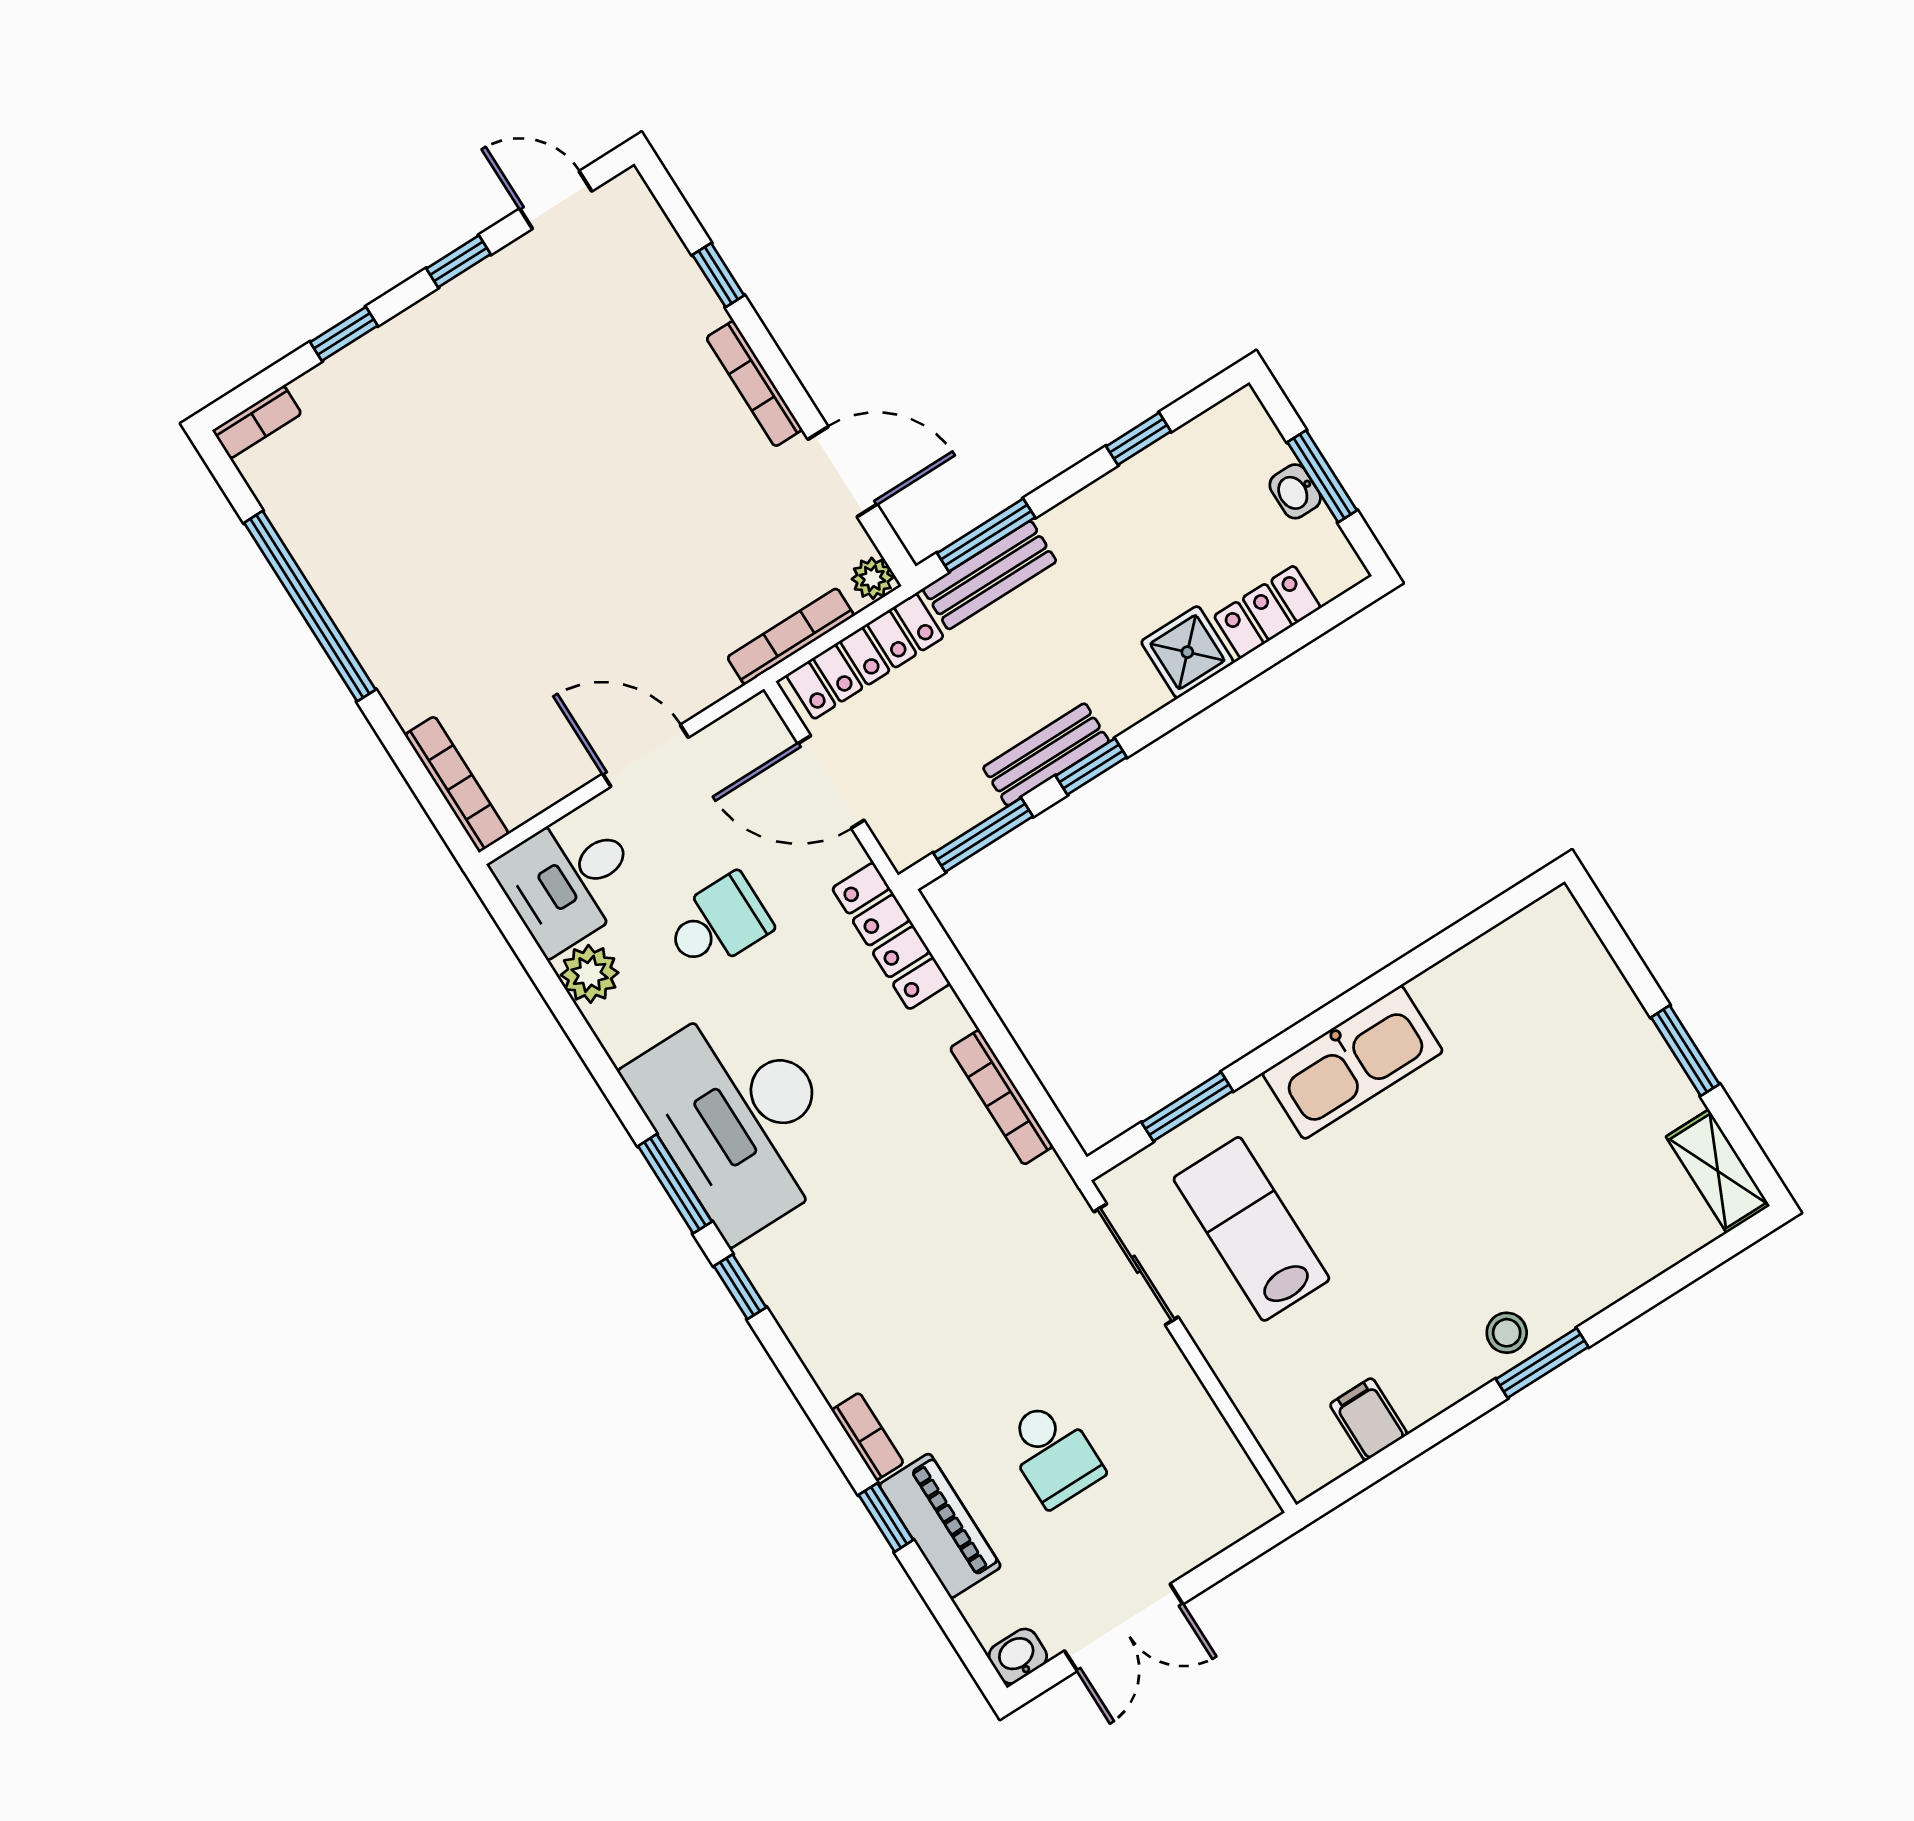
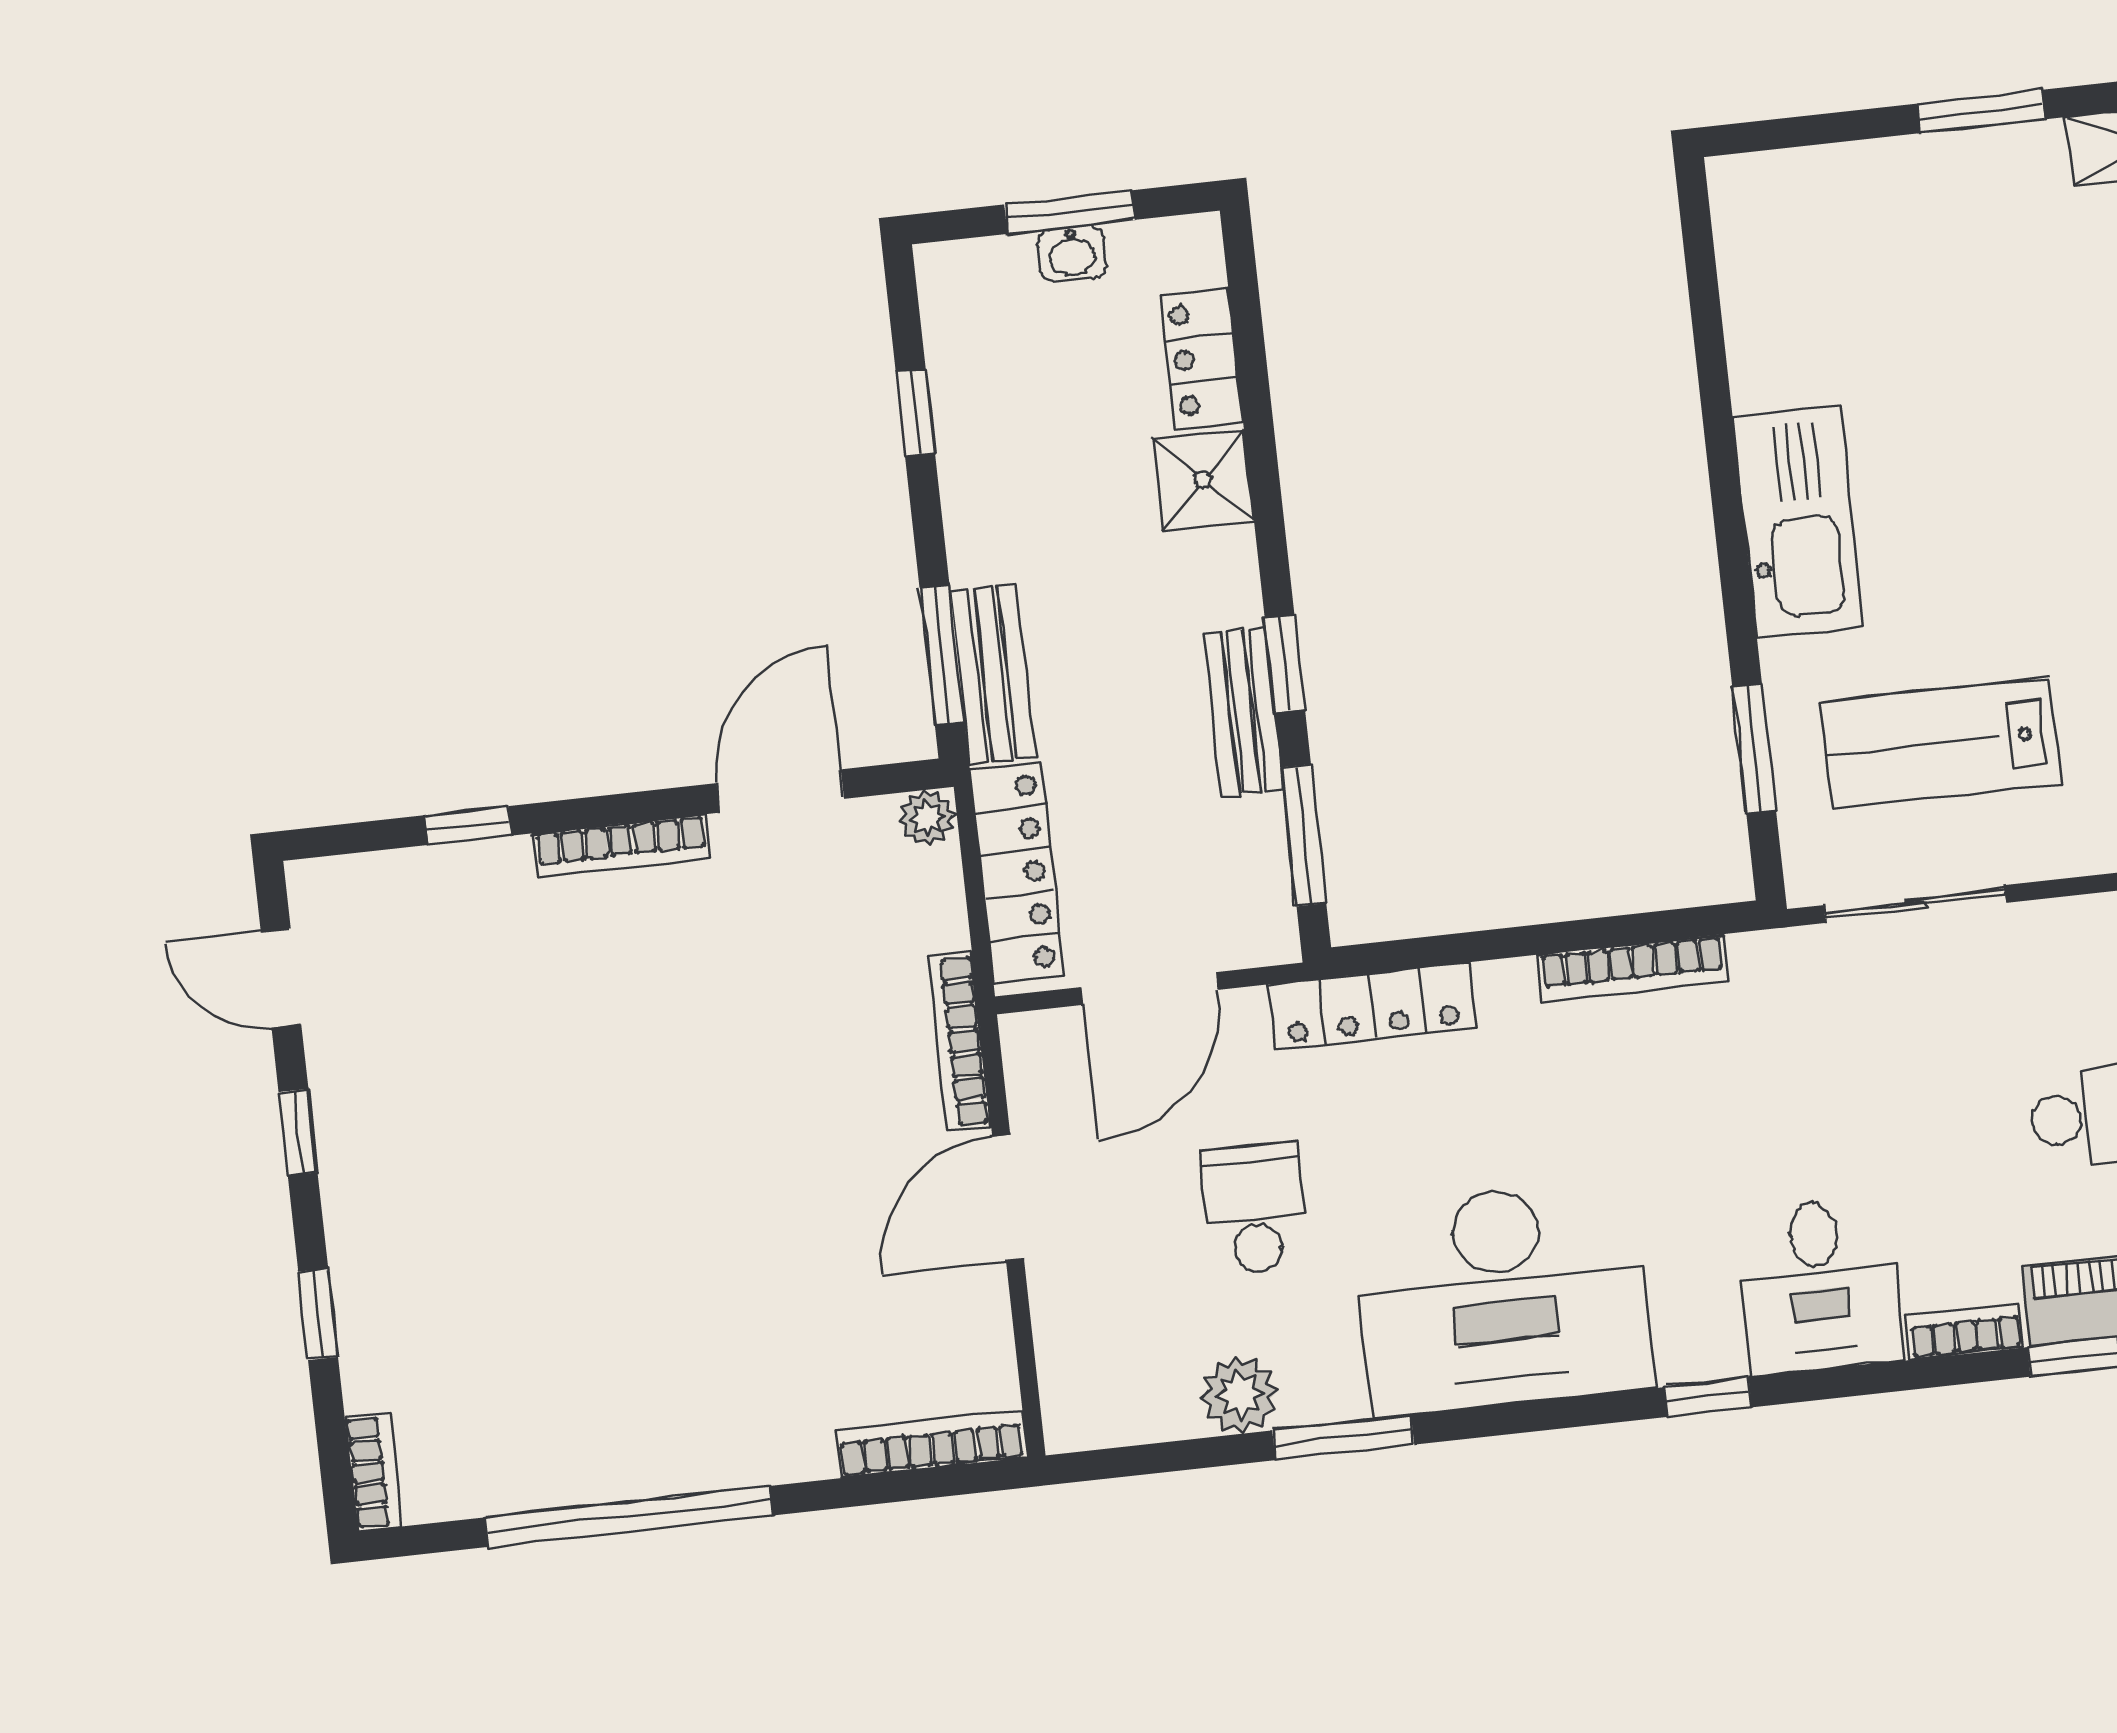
door: (556, 200) -> (281, 978), hinge flipped
bookcase: (791, 636) -> (959, 1042), moved
desk: (569, 880) -> (1819, 1286), moved
window: (675, 1184) -> (1343, 1438), moved

